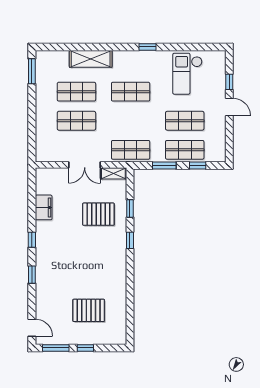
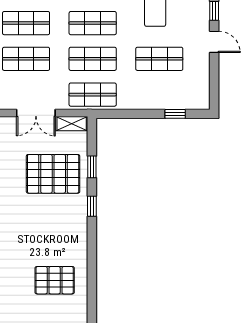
shop shelf: (185, 150) -> (93, 59), moved
window: (164, 165) -> (134, 114), removed
pallet: (98, 214) -> (53, 174), width x1.37, depth x1.41
pallet: (89, 310) -> (55, 280), moved

